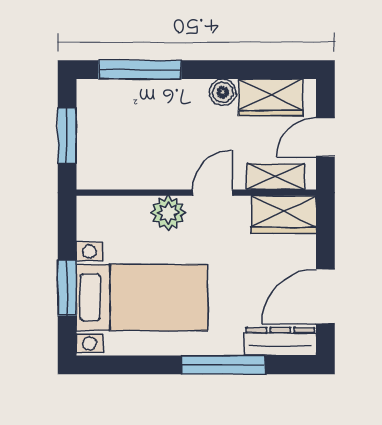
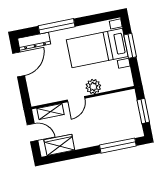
boiler: (223, 92) -> (80, 143), removed
door: (325, 137) -> (32, 133), hinge flipped
wardrobe: (284, 214) -> (44, 96), removed

